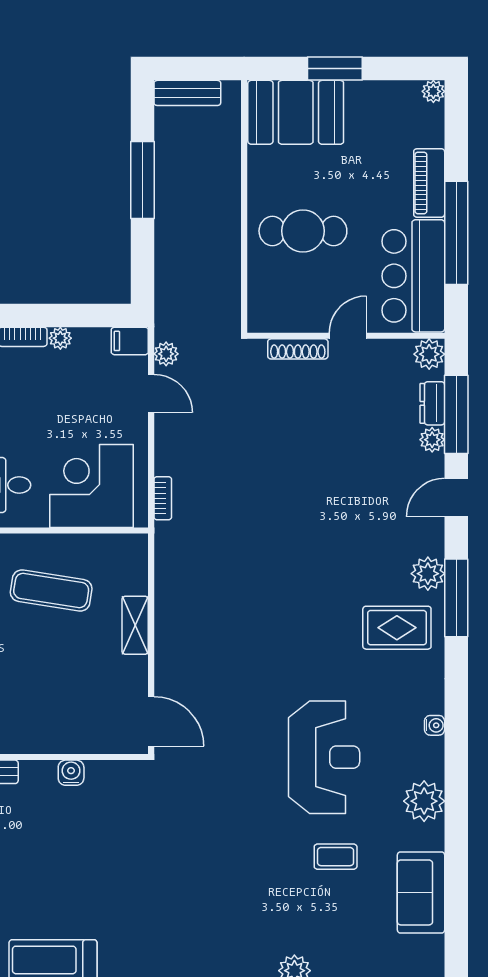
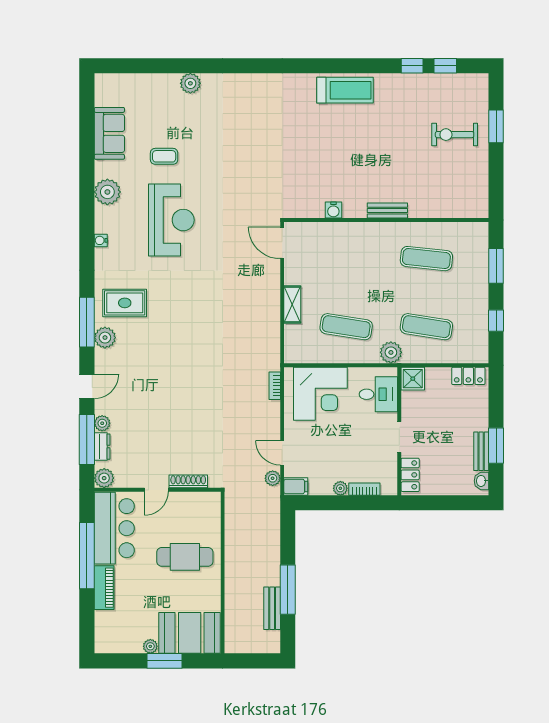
plant: (433, 91) -> (150, 646), moved
bench: (187, 93) -> (272, 608), moved, turned 90
reception desk: (324, 757) -> (171, 220), turned 180

